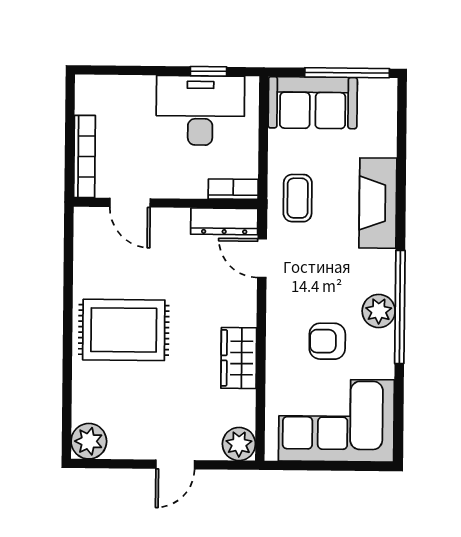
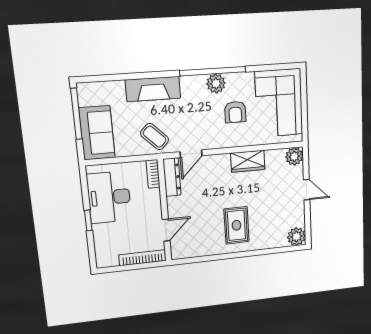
window: (209, 71) -> (88, 220), moved
coffee table: (298, 198) -> (155, 137), turned 45
rug: (124, 330) -> (236, 225), width x0.73, depth x0.70

